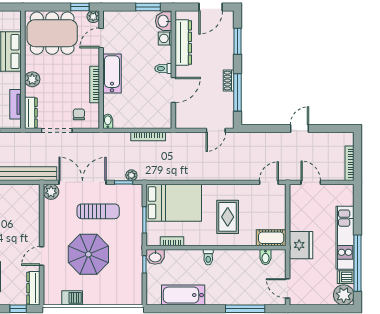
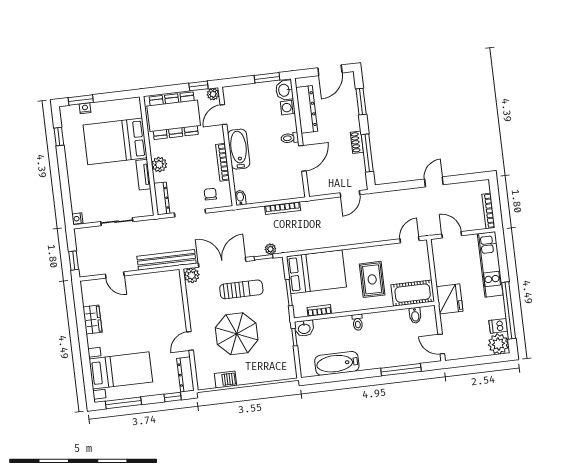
tv unit: (16, 104) -> (143, 175), moved
cot: (271, 238) -> (413, 293), width x1.37, depth x1.34
kitchen unit: (345, 238) -> (490, 264), moved

